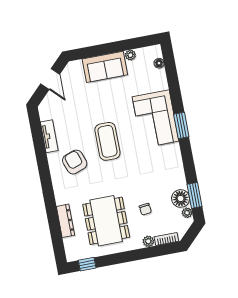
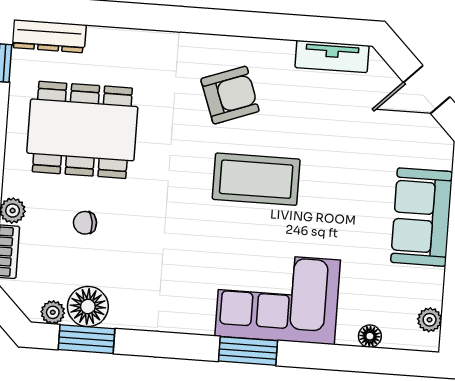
plant: (130, 55) -> (430, 320), moved
floor lamp: (159, 63) -> (370, 336), moved
tv unit: (49, 136) -> (332, 56), moved
dresser: (65, 221) -> (49, 36), moved

